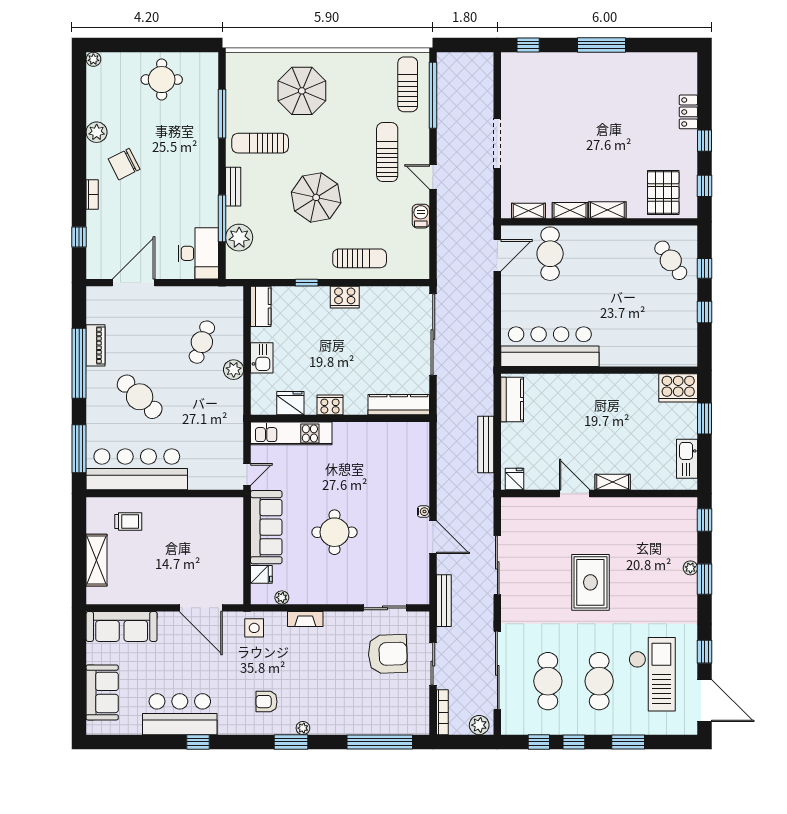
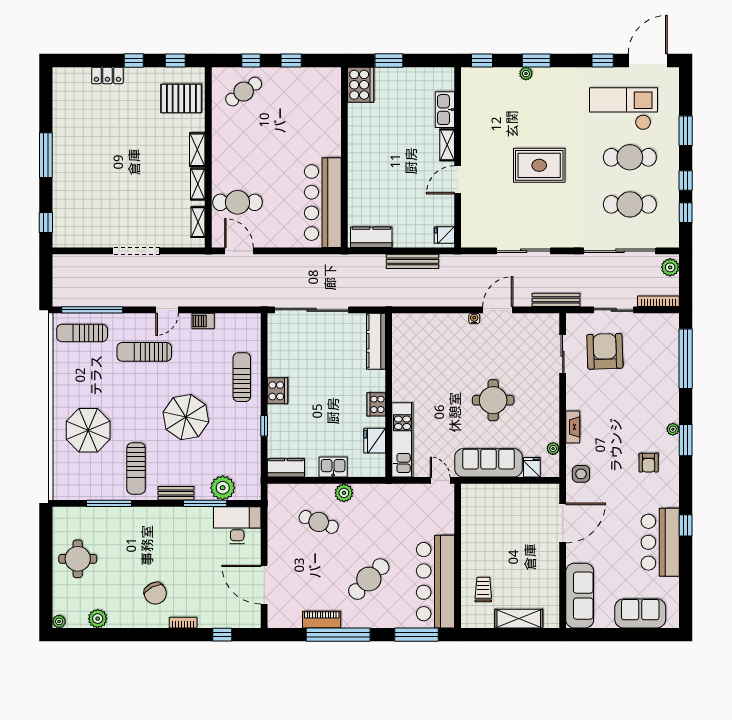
plant: (97, 132) -> (98, 619), moved
kitchen sink: (687, 459) -> (445, 110), moved, turned 90

